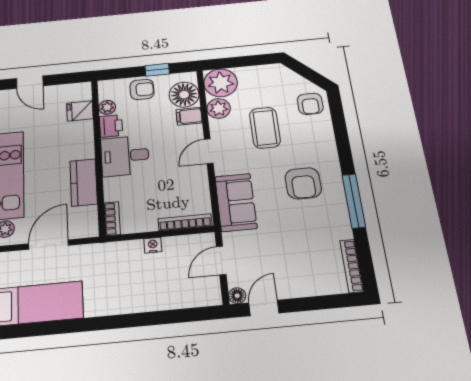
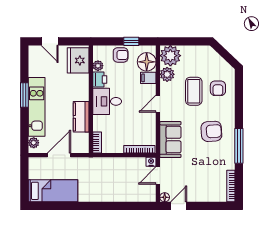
armchair: (310, 104) -> (218, 88), moved
fridge: (80, 111) -> (78, 60), width x1.88, depth x1.34
armchair: (303, 183) -> (211, 131), turned -94
nightstand: (153, 245) -> (151, 162), moved

